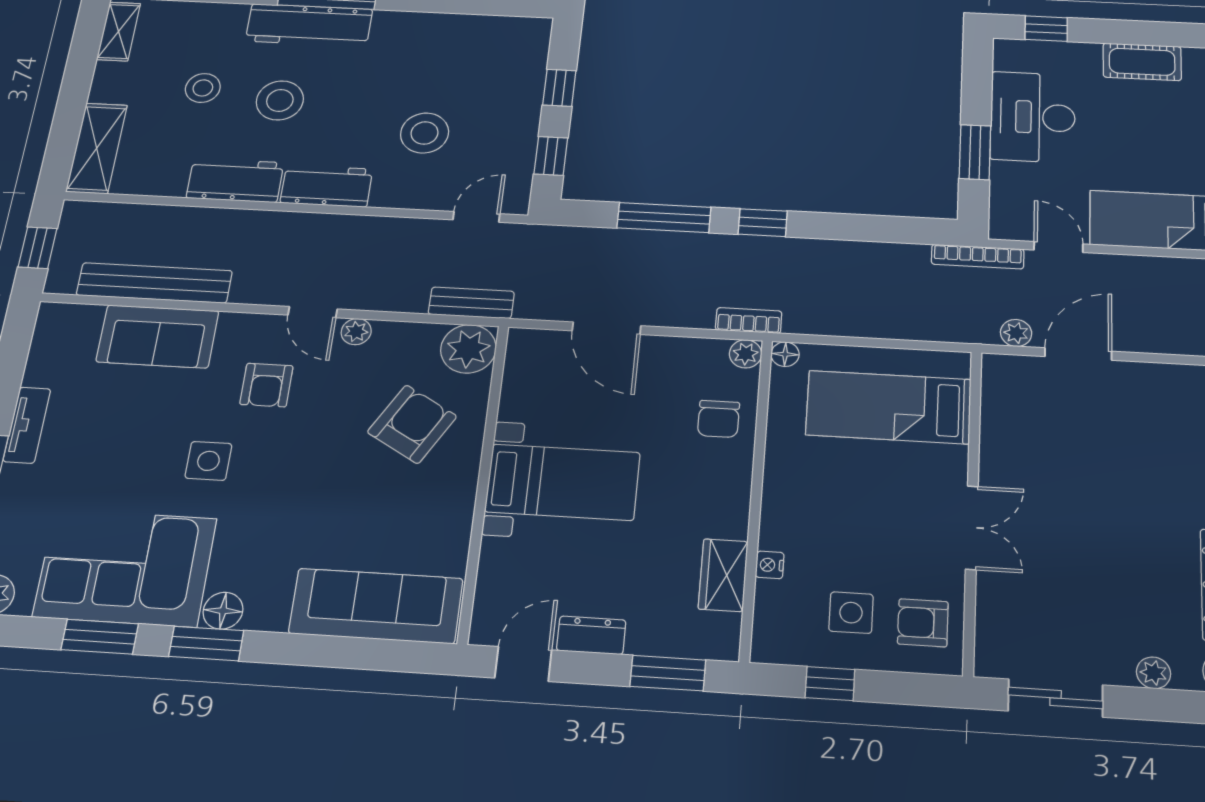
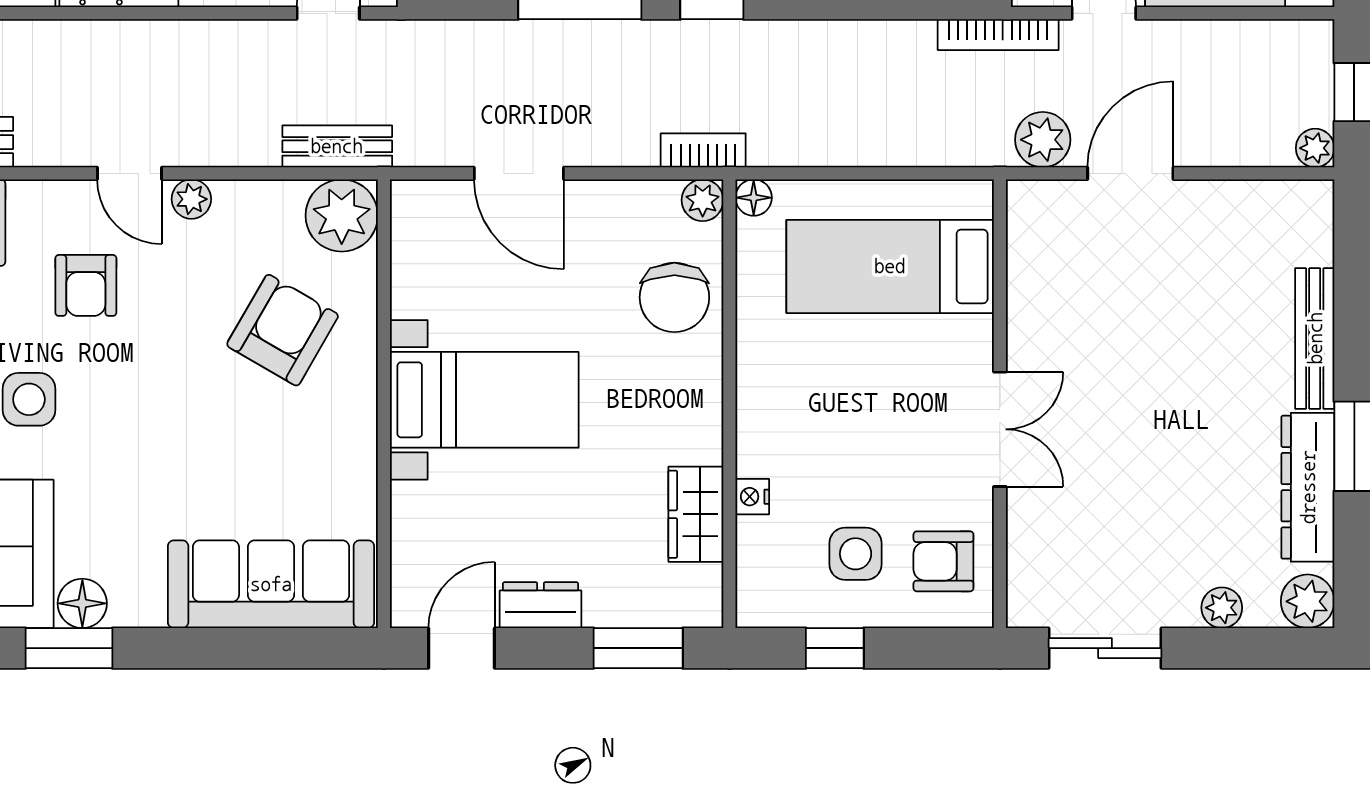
plant: (1016, 333) -> (1043, 140), width x1.38, depth x1.38
chair: (719, 419) -> (674, 297), width x1.37, depth x1.37

